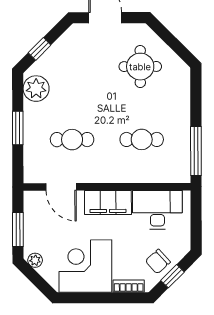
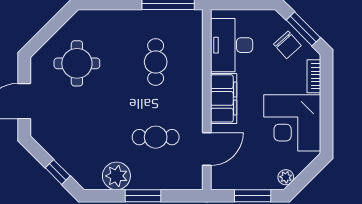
plant: (36, 89) -> (116, 176), moved
cafe table: (72, 140) -> (156, 137), turned 90
window: (173, 276) -> (303, 29), width x1.50

